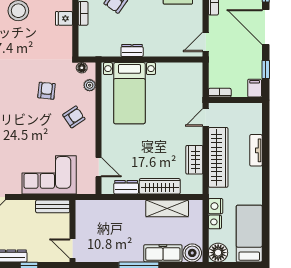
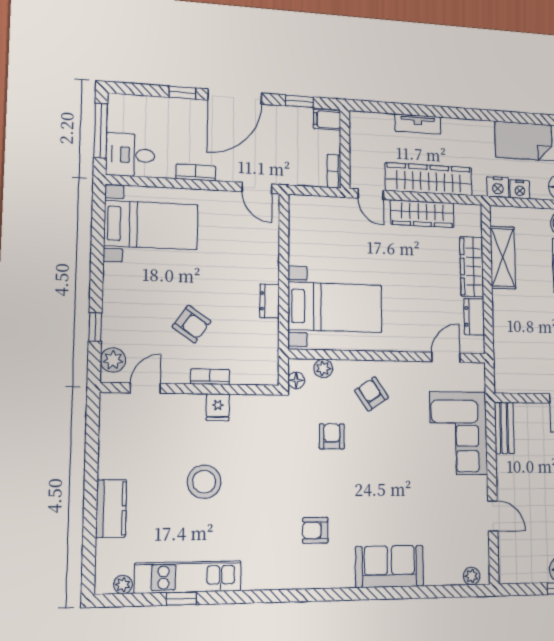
armchair: (47, 91) -> (332, 436), turned 84
wardrobe: (194, 160) -> (422, 214), width x1.50

